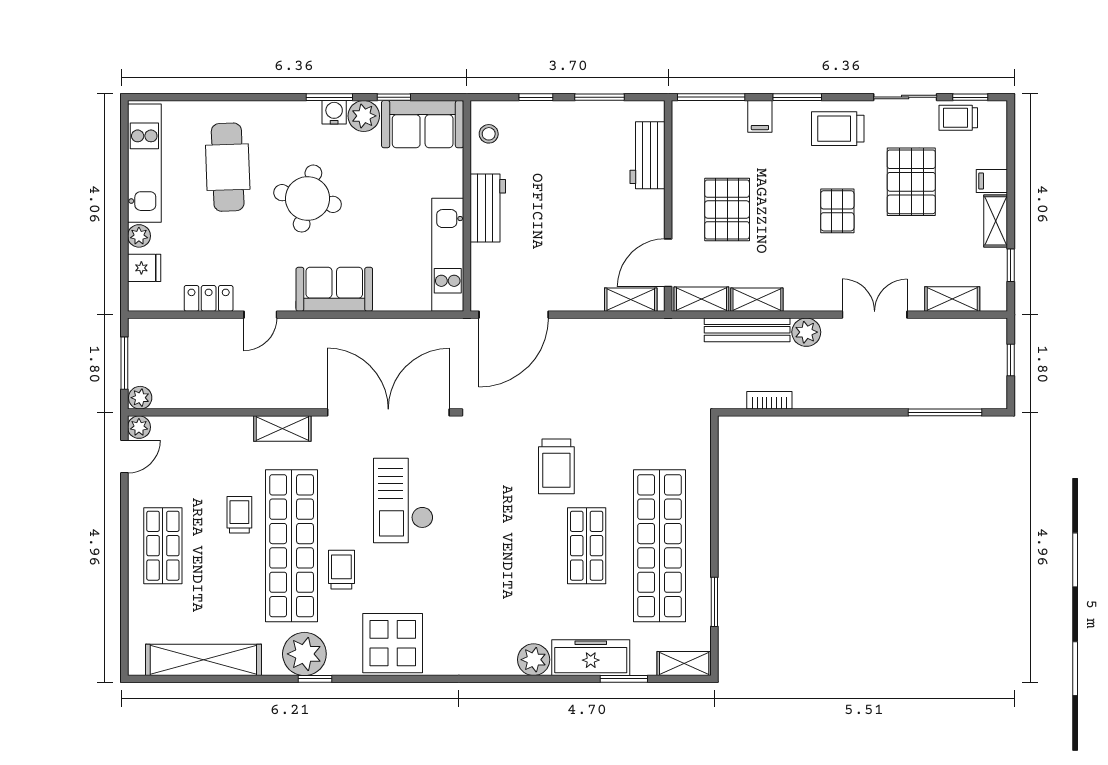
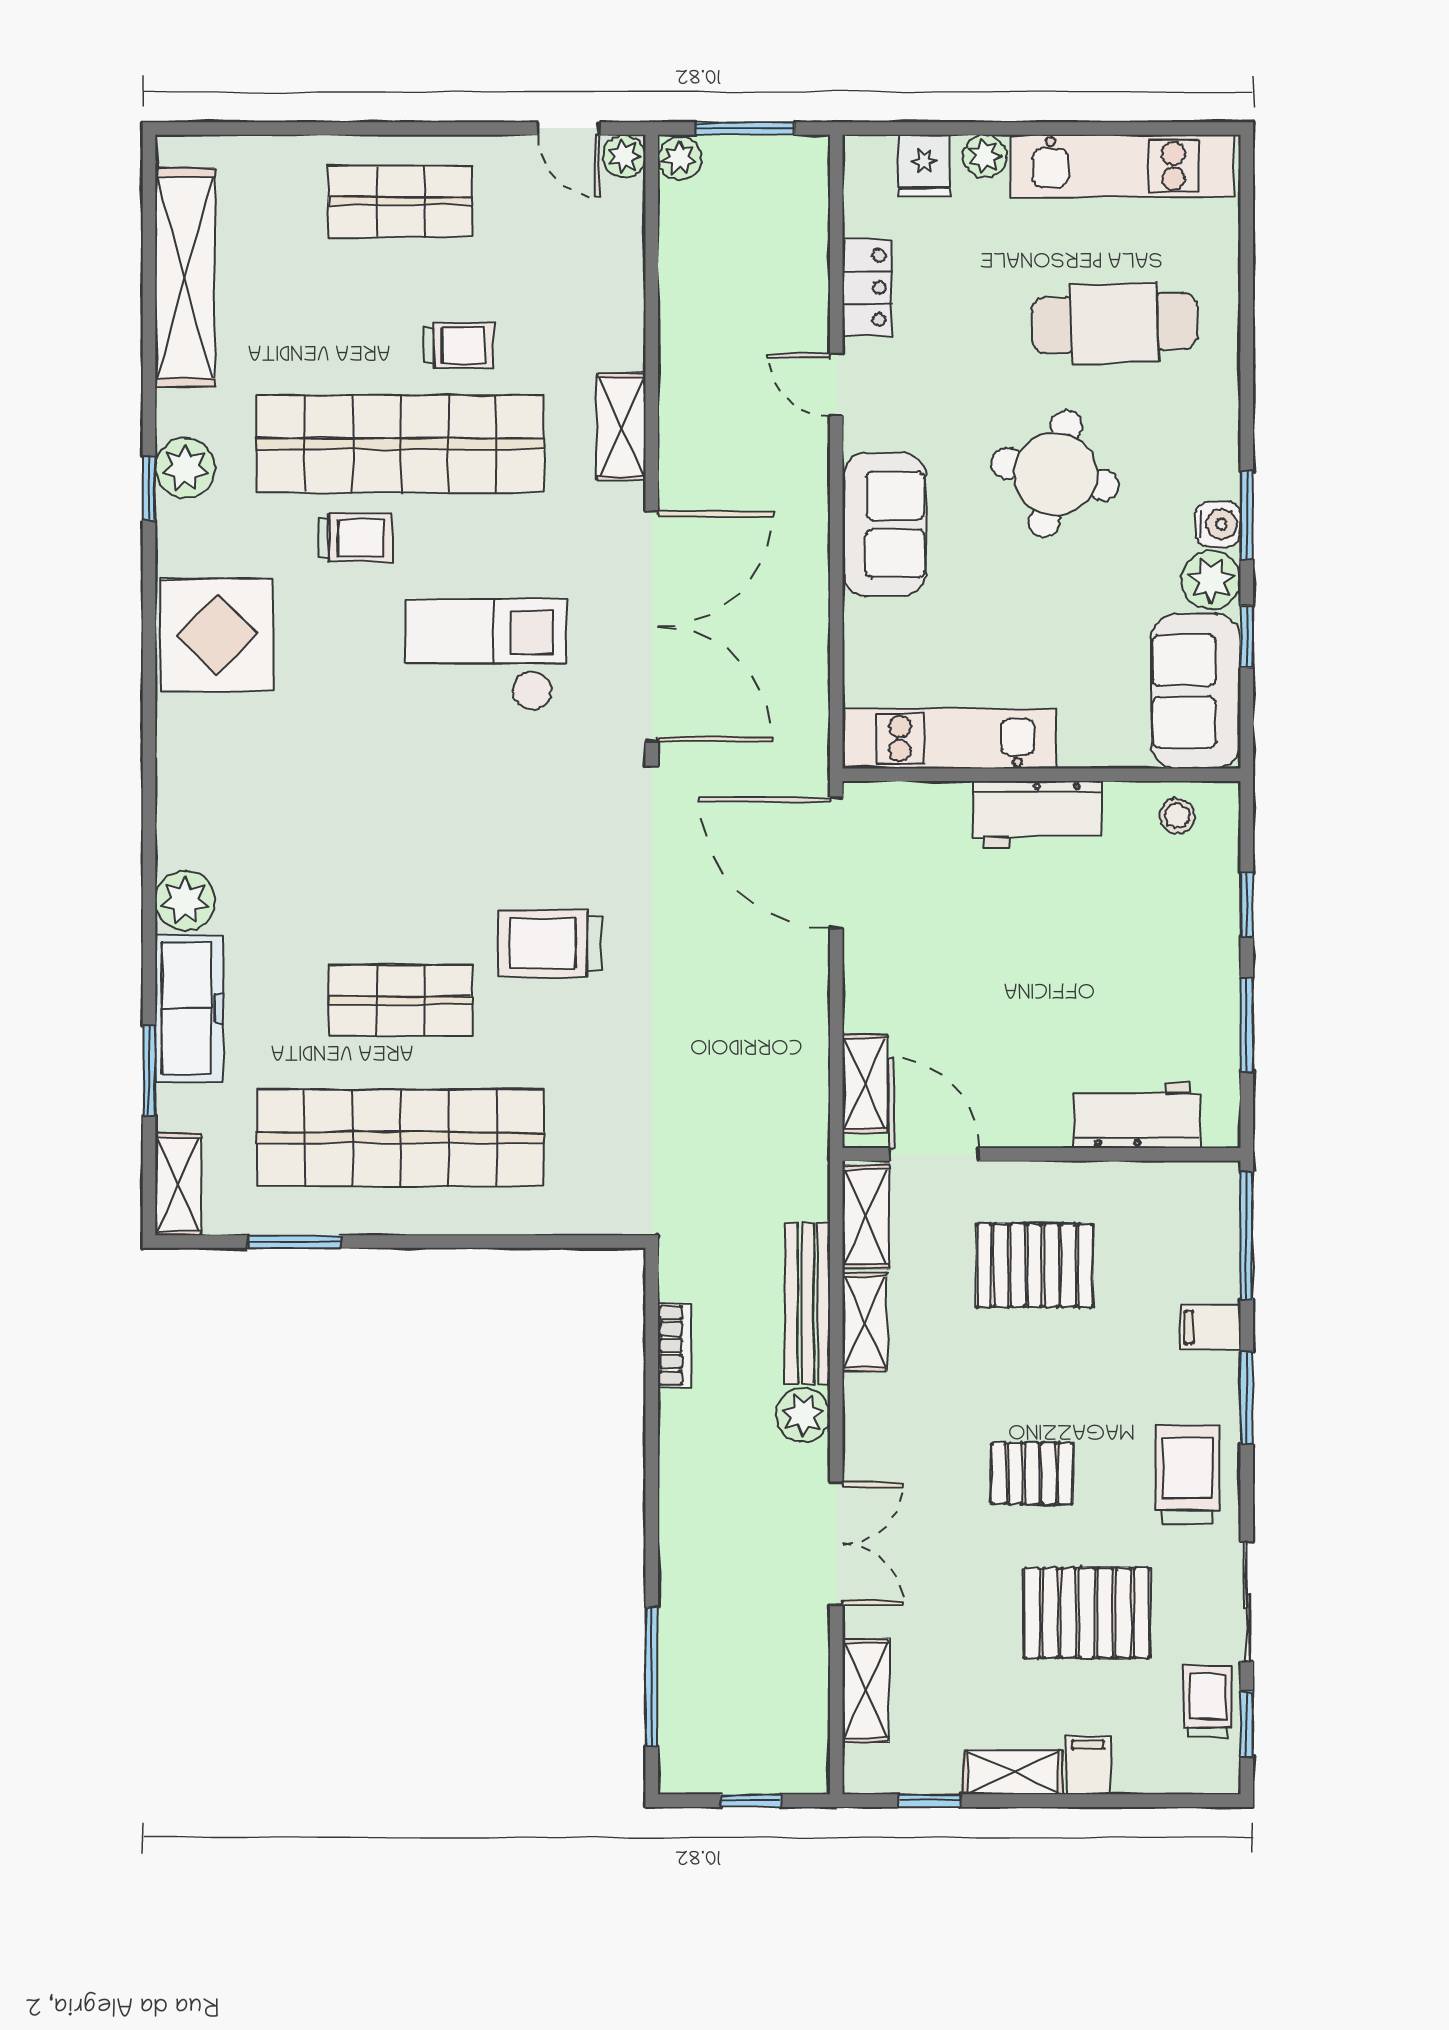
plant: (304, 654) -> (185, 468), width x0.73, depth x0.73

